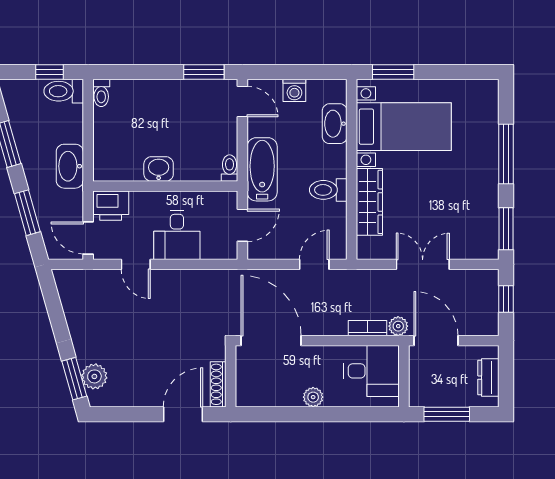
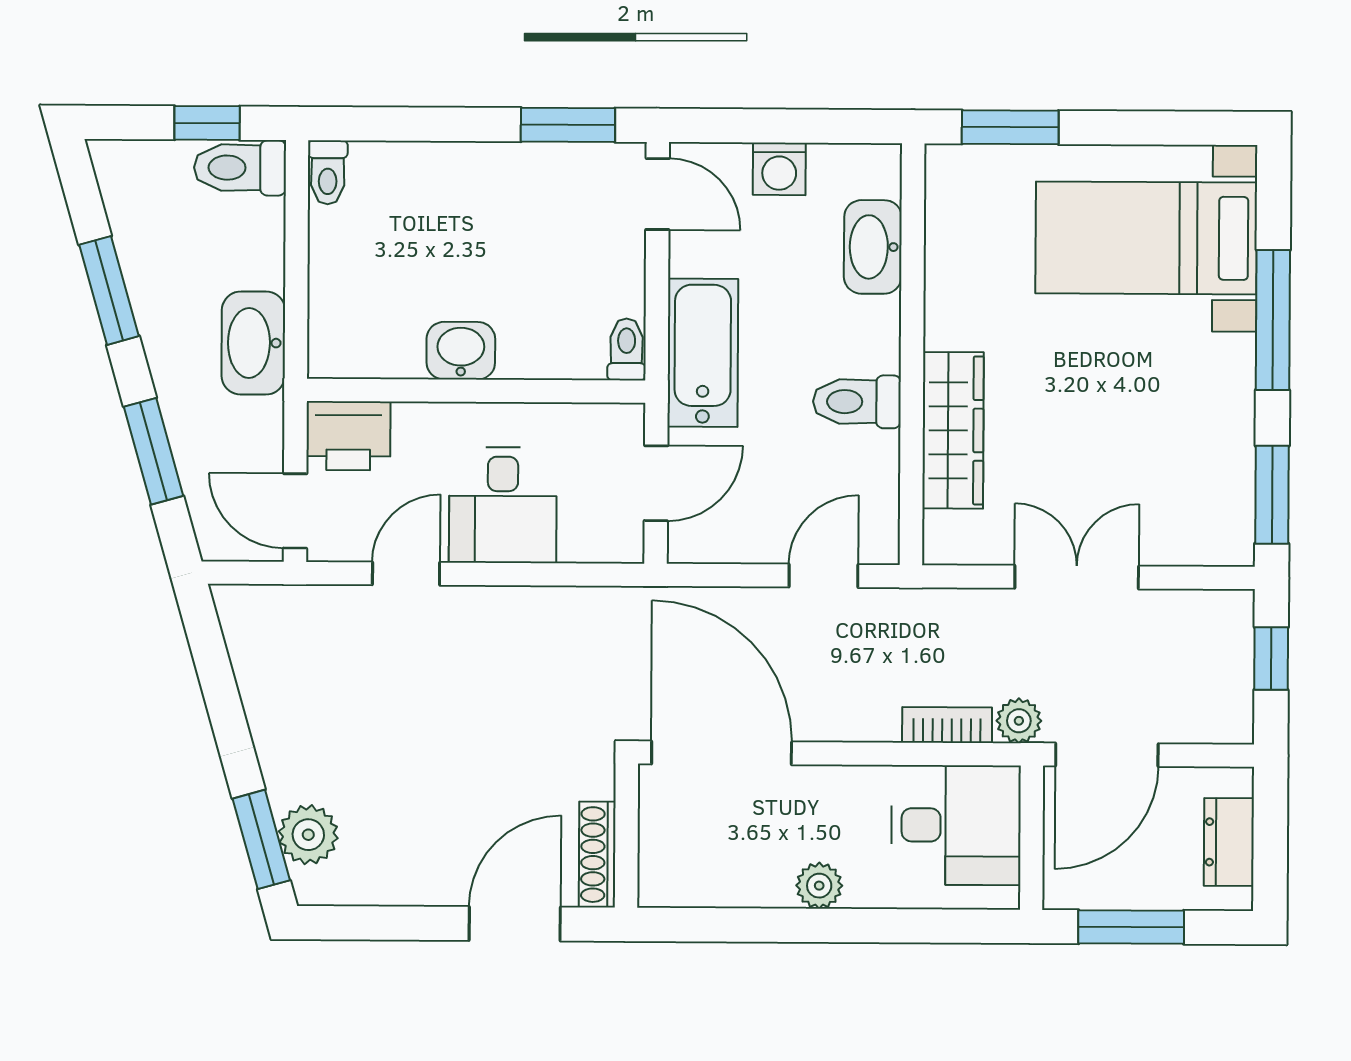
bed with nightstands: (404, 127) -> (1146, 238), moved, turned 180
door: (136, 264) -> (406, 574), swing flipped
door: (436, 341) -> (1107, 755), swing flipped

